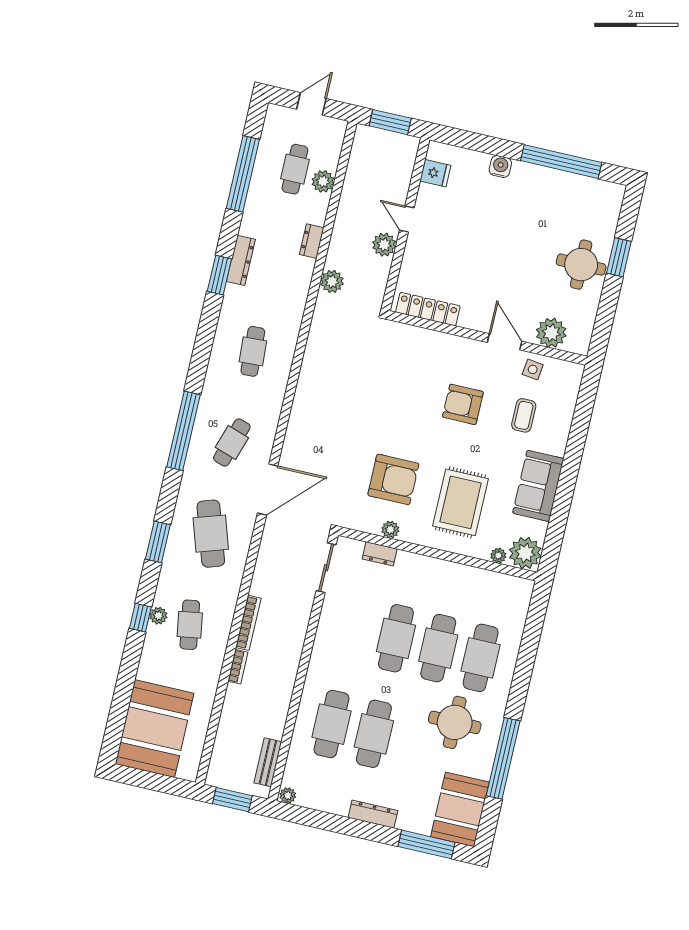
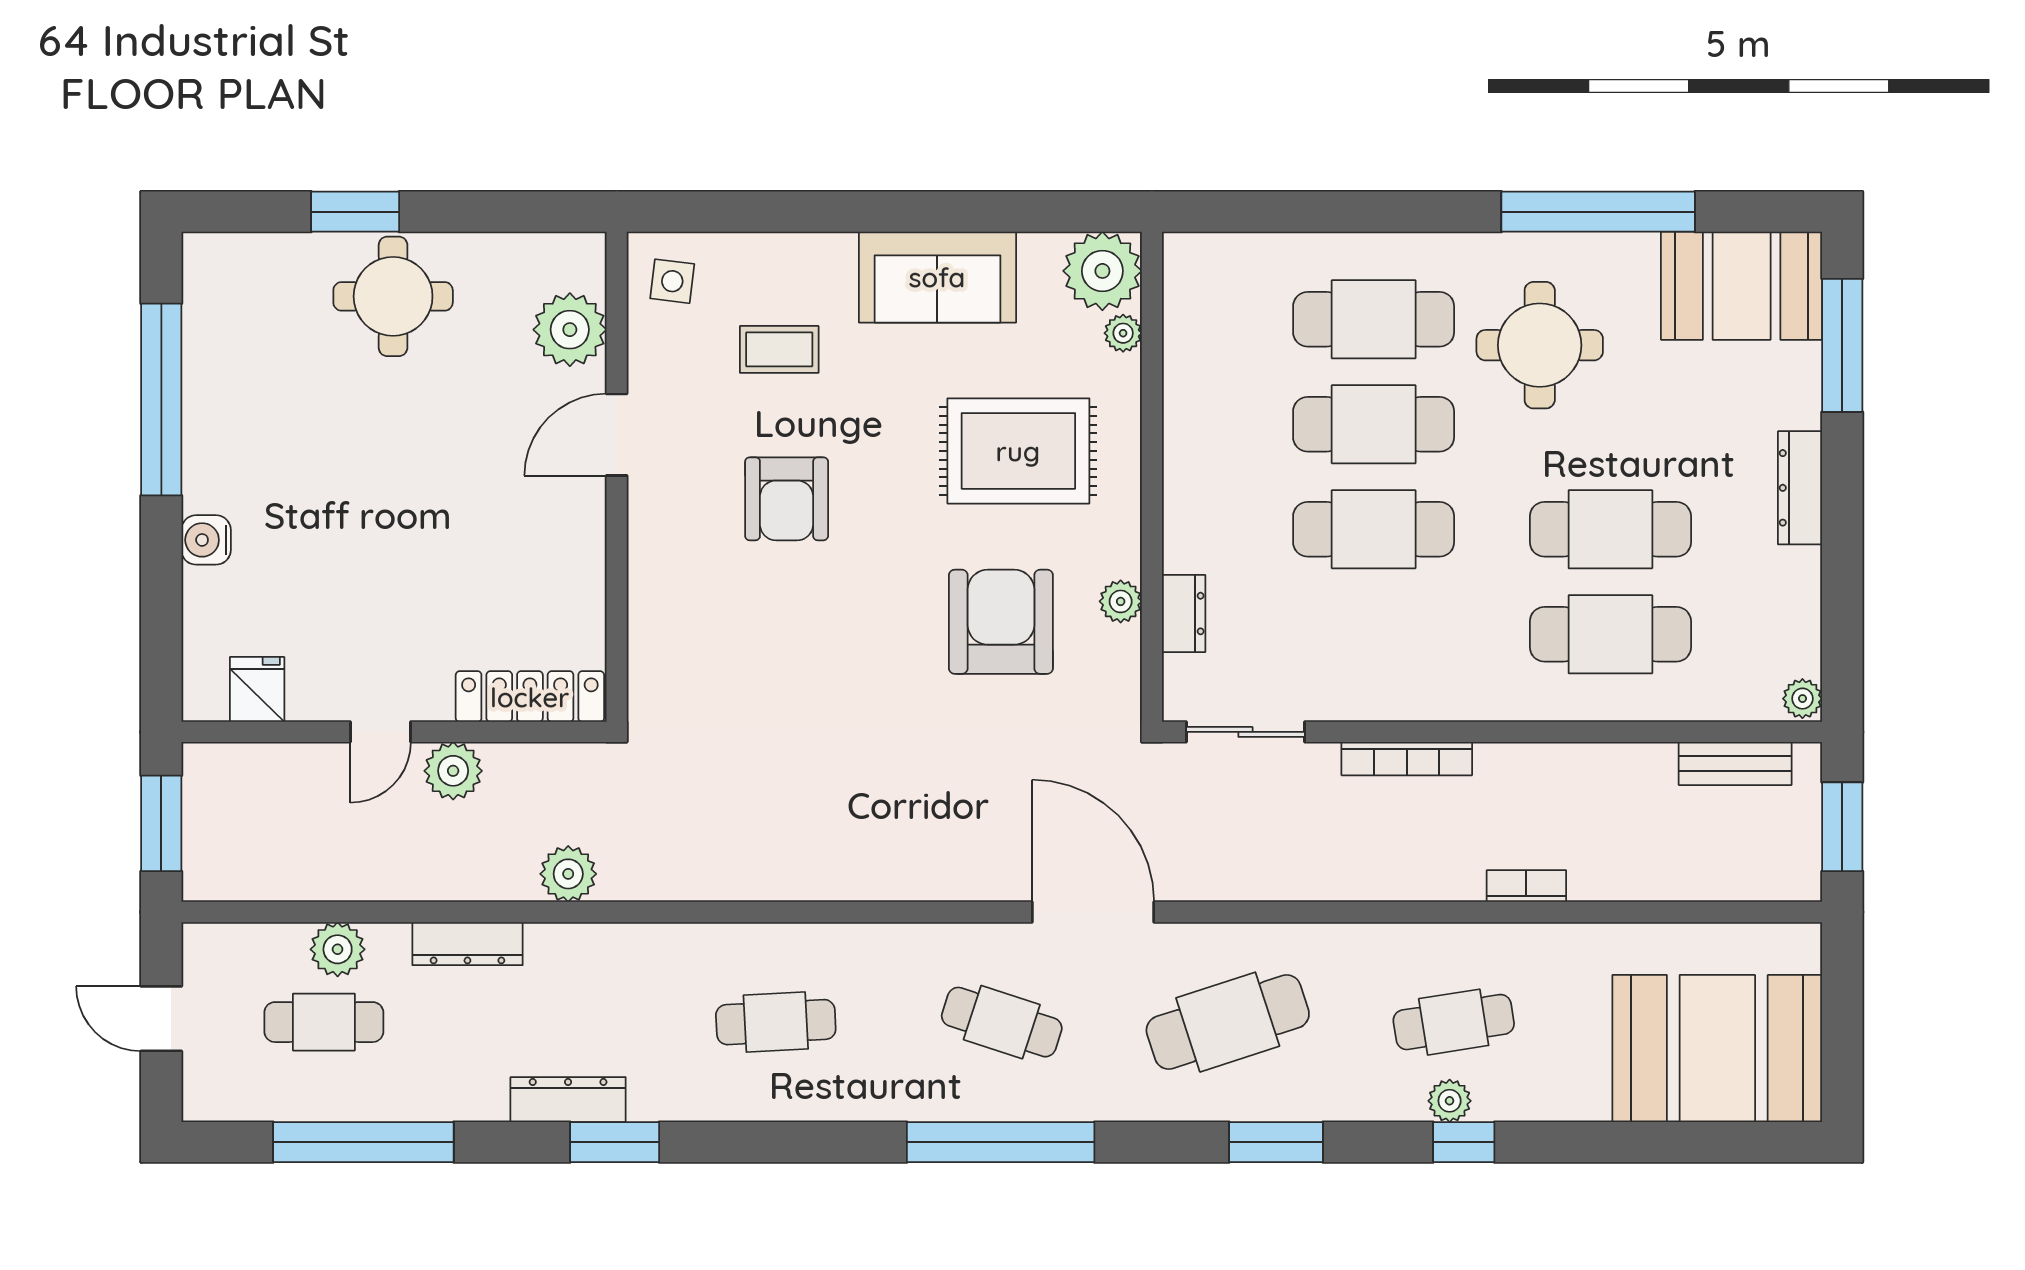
dresser: (312, 241) -> (467, 944), width x1.44
locker: (428, 309) -> (530, 697), moved, turned 90
side table: (533, 369) -> (672, 281), moved
bookcase: (248, 623) -> (1407, 759), moved, turned 180

